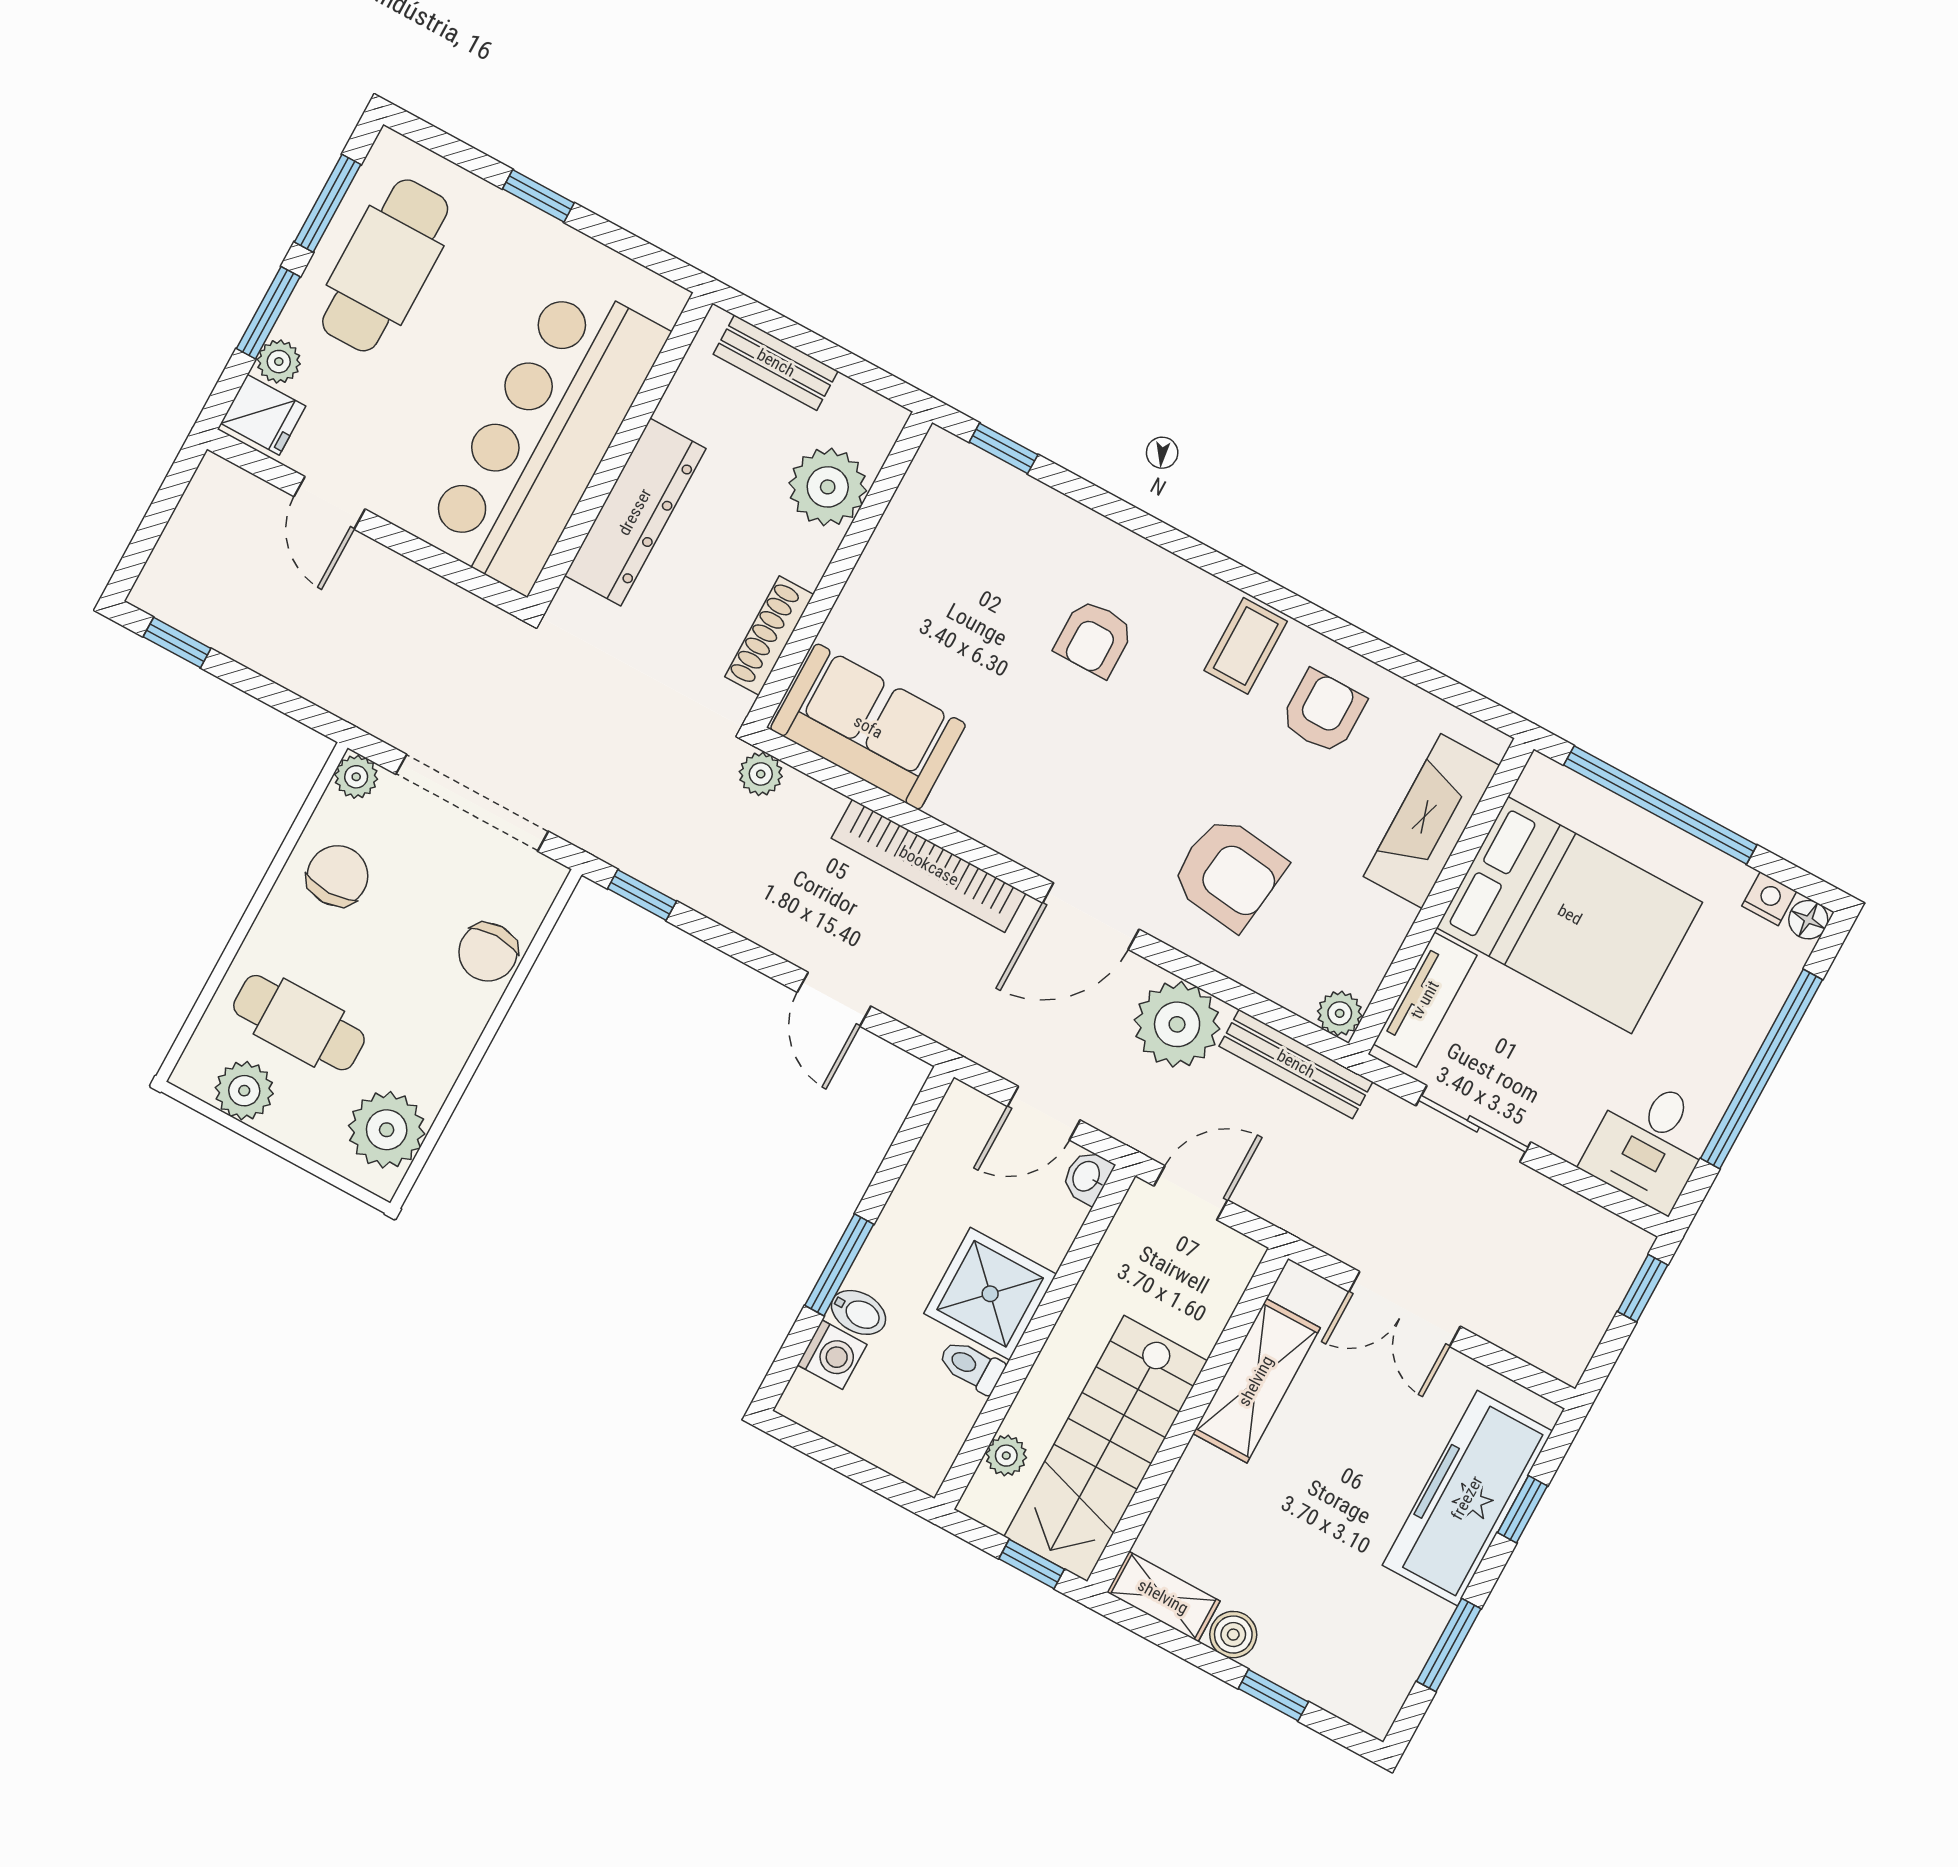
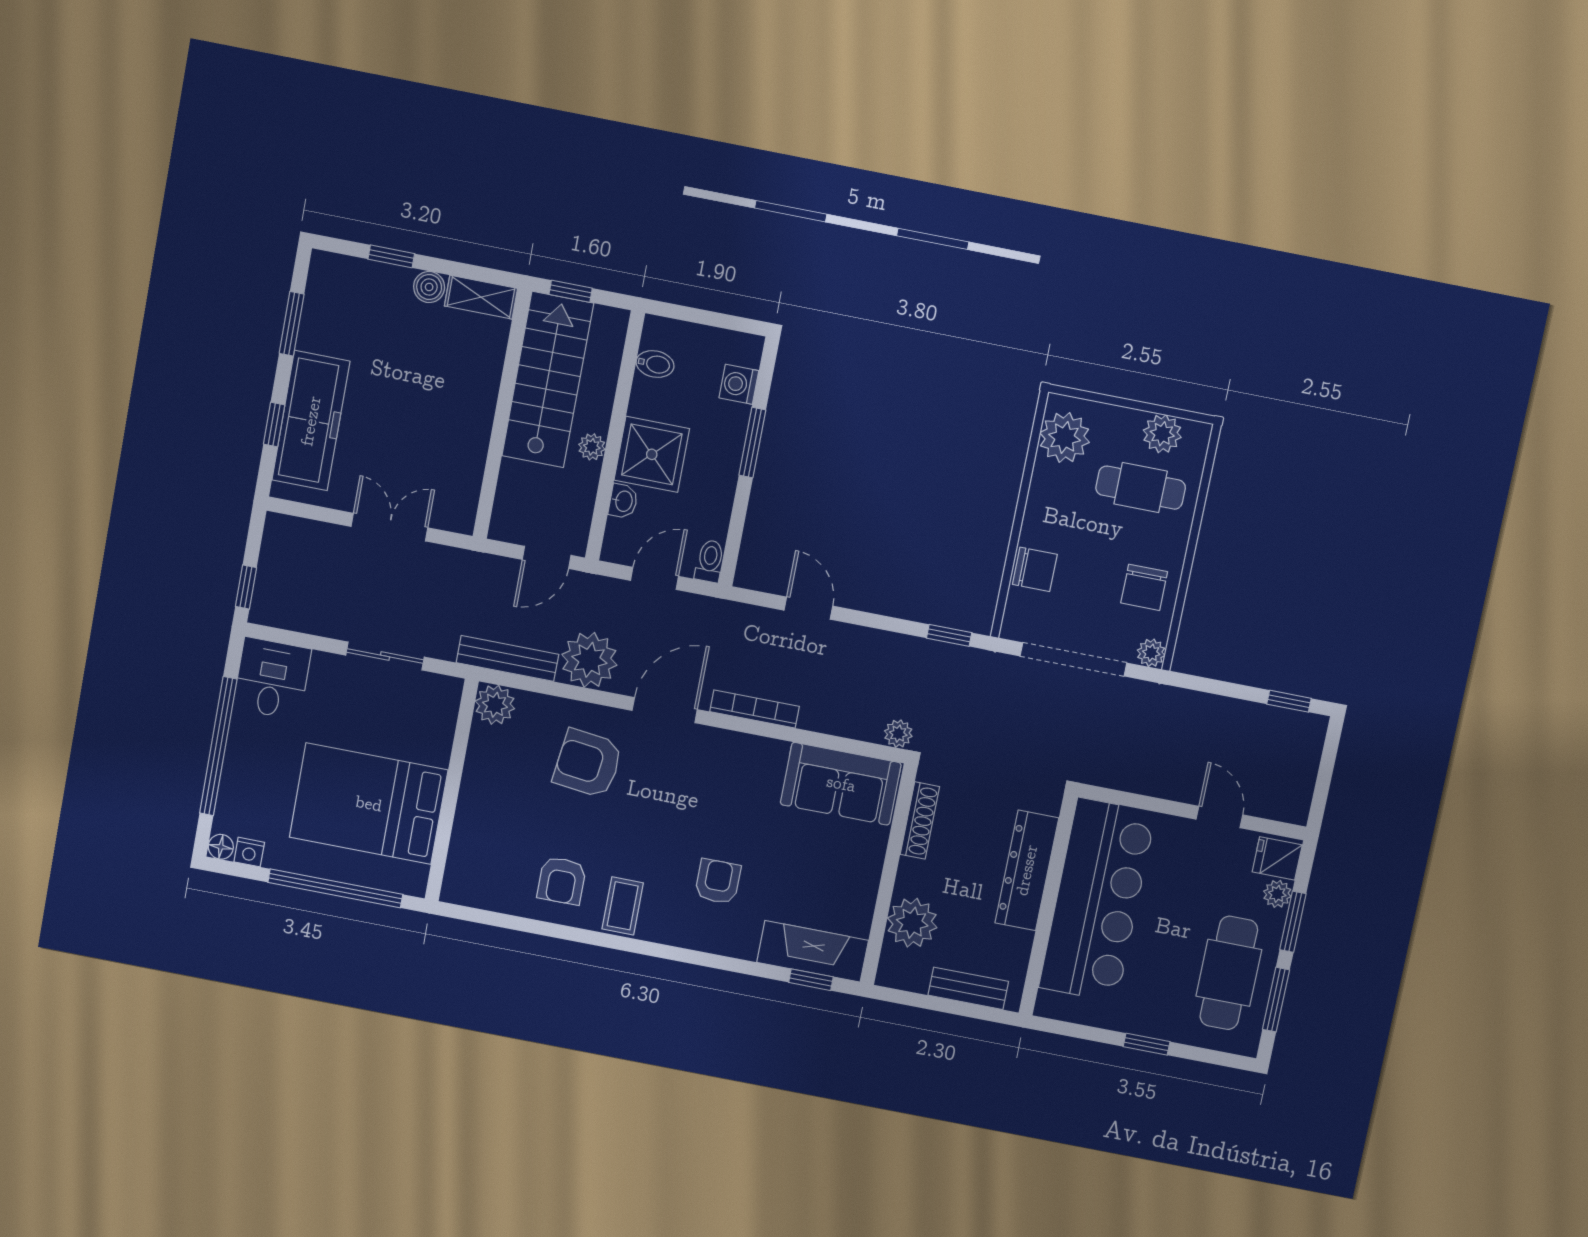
fireplace: (1432, 821) -> (813, 951), moved, turned -90
bookcase: (929, 866) -> (755, 709), width x0.68, depth x0.76
chair: (488, 952) -> (1035, 569), turned 90
tv unit: (1425, 1000) -> (440, 724), removed
plant: (1340, 1013) -> (495, 705), width x1.38, depth x1.38
washbasin: (1087, 1177) -> (623, 501), moved
bidet: (859, 1312) -> (655, 364), moved, turned 180
toilet: (971, 1366) -> (710, 561), moved, turned -90
shelving: (1256, 1381) -> (467, 453), removed
plant: (1006, 1456) -> (592, 447), moved

